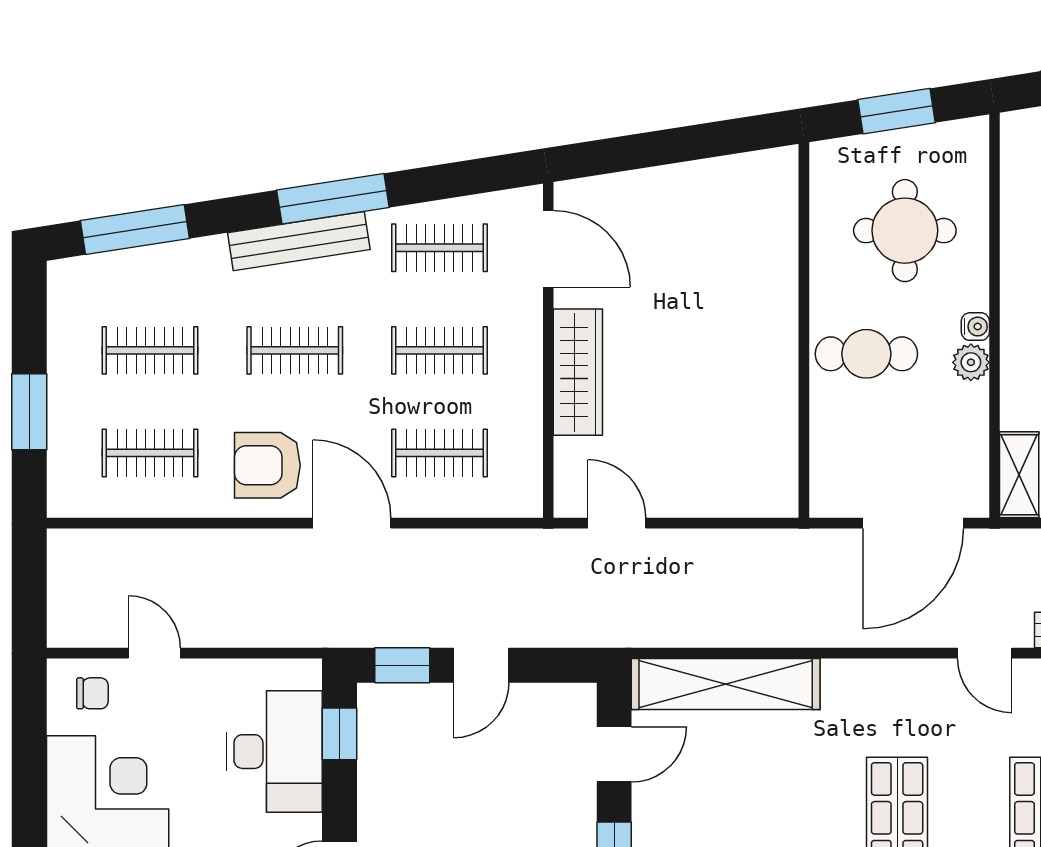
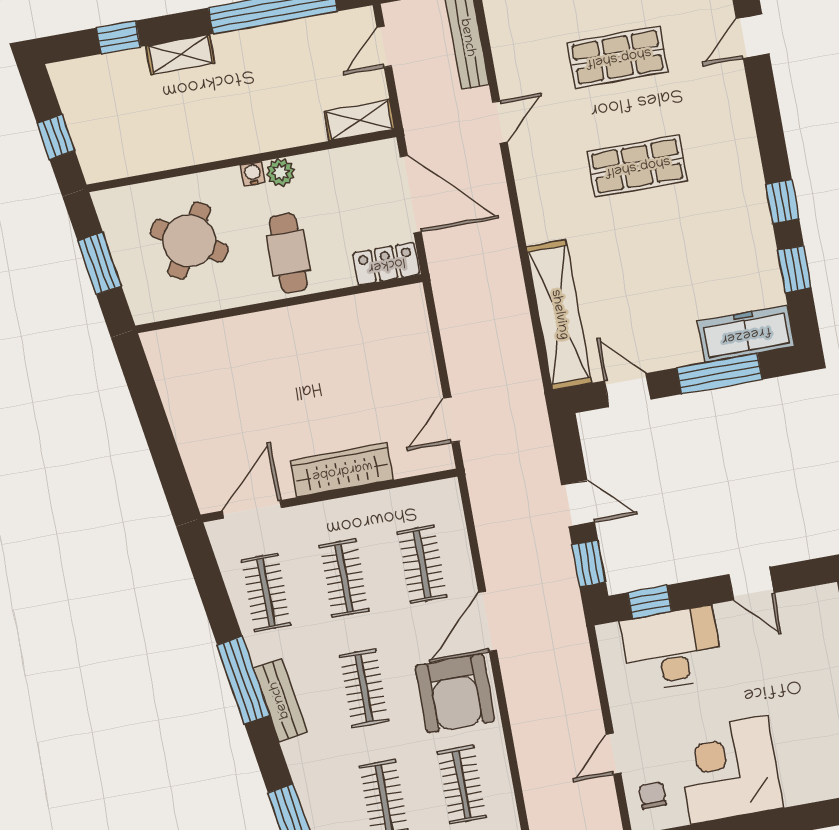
round table: (905, 231) -> (189, 241), turned 31
bench: (299, 241) -> (280, 700), width x0.73
armchair: (267, 465) -> (455, 693), width x1.36, depth x1.36
locker: (830, 476) -> (386, 264), added

